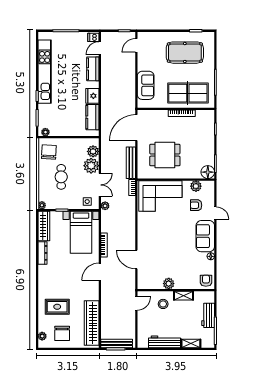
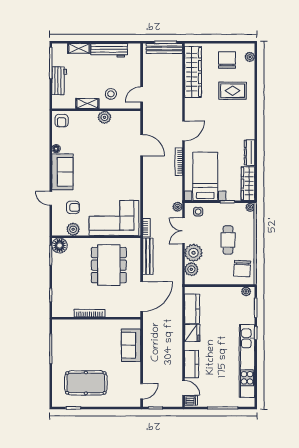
door: (100, 48) -> (184, 388), hinge flipped
table tennis table: (188, 93) -> (82, 336), removed
dining table: (165, 155) -> (109, 265), width x1.38

